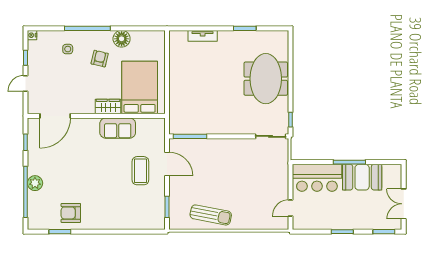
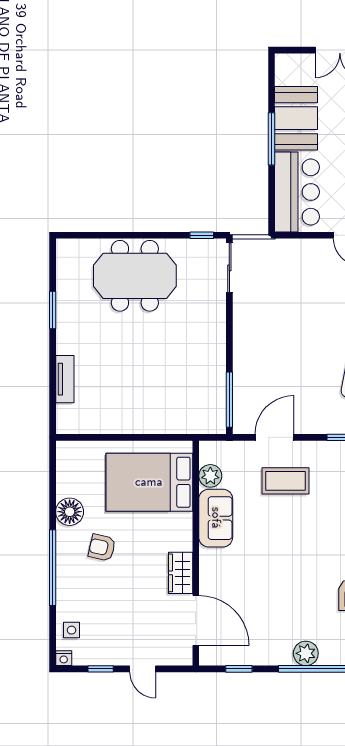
side table: (68, 49) -> (72, 630), moved
wardrobe: (108, 107) -> (181, 573), moved
plant: (143, 125) -> (210, 476), added

